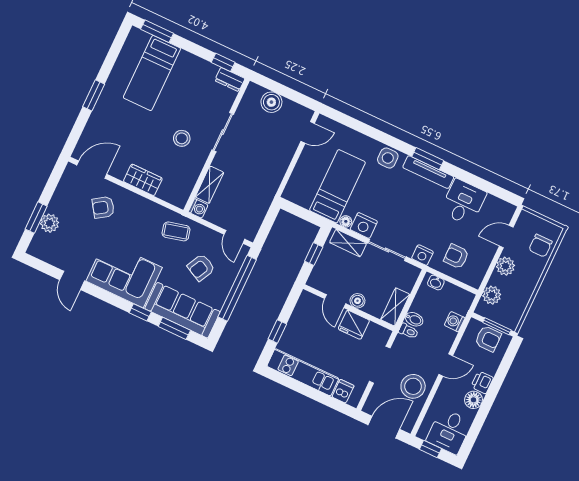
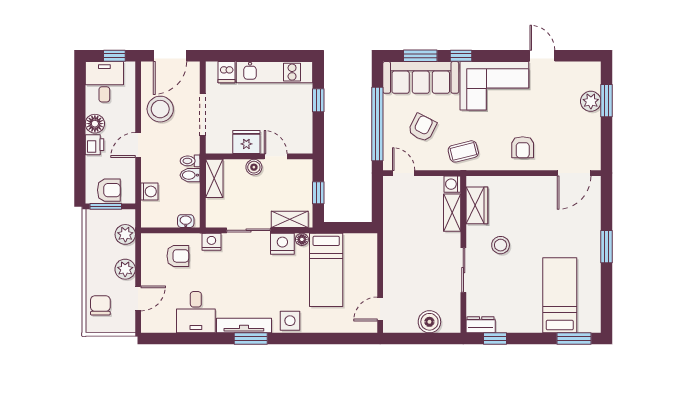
wardrobe: (143, 180) -> (477, 205), moved, turned -90
armchair: (103, 207) -> (523, 147), moved, turned 124
armchair: (488, 339) -> (109, 190), turned 180

